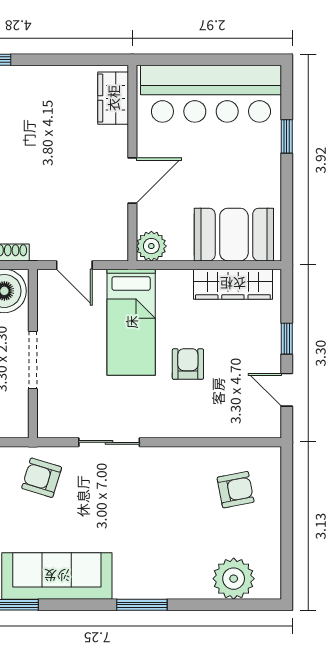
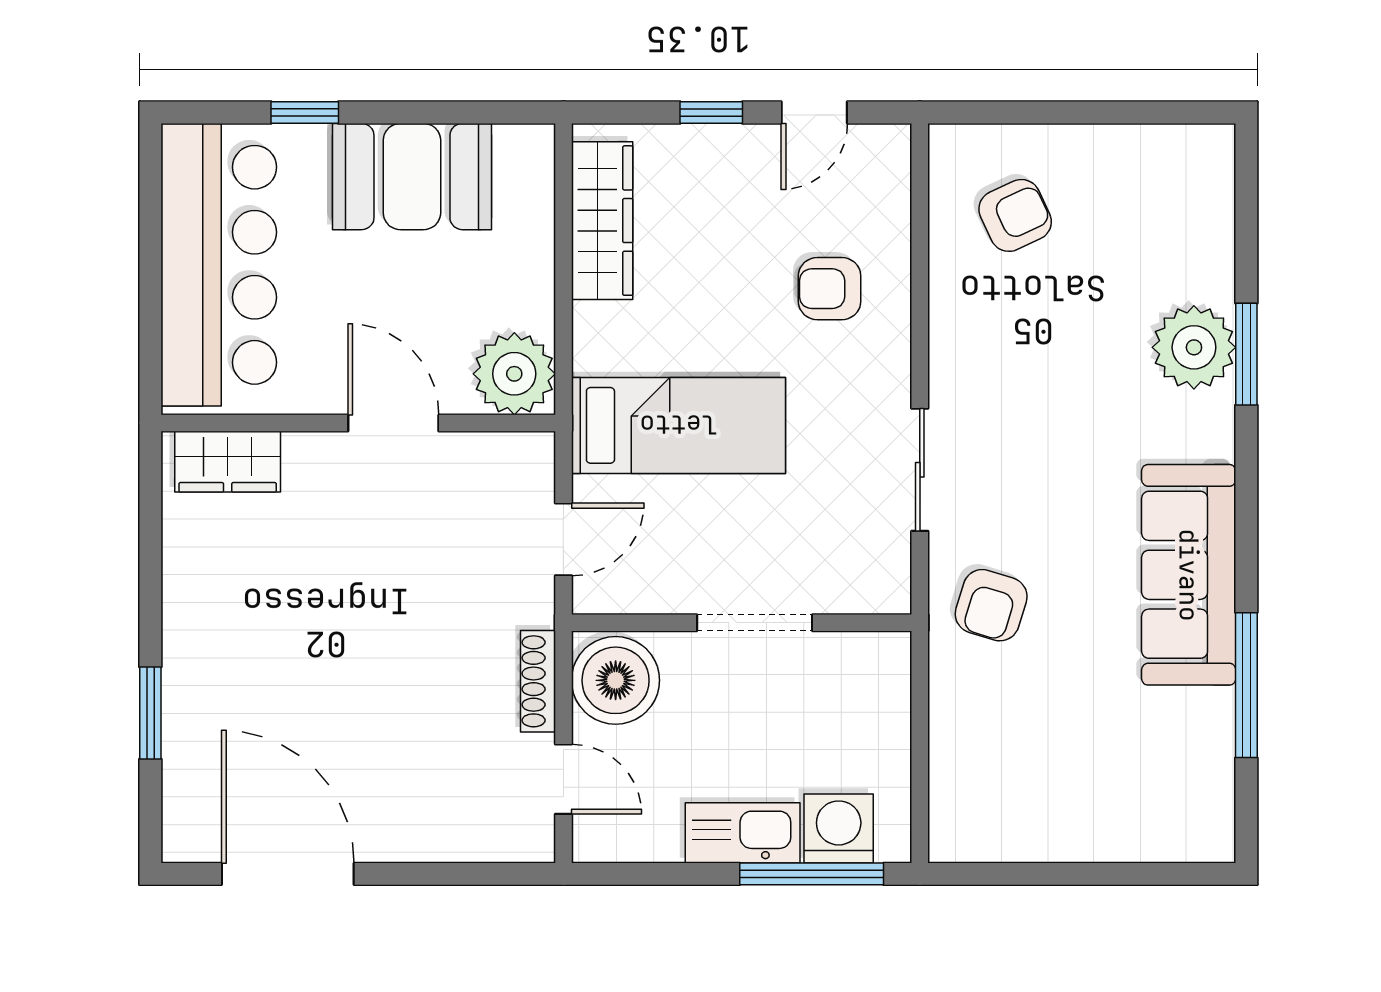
booth: (234, 235) -> (412, 177), moved, turned 90
plant: (151, 246) -> (514, 374), width x1.36, depth x1.36
armchair: (188, 364) -> (830, 289), moved
armchair: (236, 490) -> (1015, 215), turned 76
plant: (234, 579) -> (1194, 347), moved
window: (142, 605) -> (1246, 354), moved

